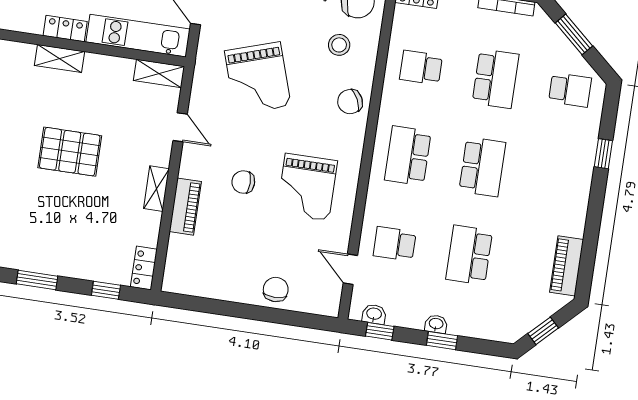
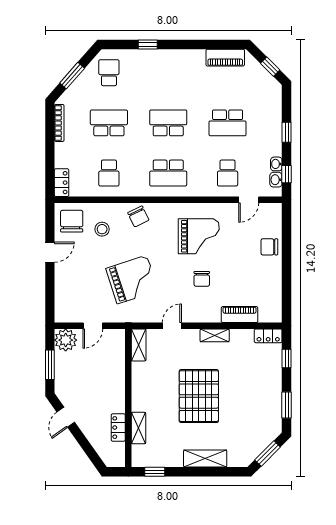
locker: (65, 29) -> (118, 428), moved
kitchen unit: (138, 36) -> (116, 363), removed
shelving: (59, 58) -> (138, 428), moved
pallet: (70, 152) -> (199, 396), width x1.37, depth x1.41
piano: (185, 207) -> (240, 315), moved
washbasin: (436, 324) -> (276, 164), moved

